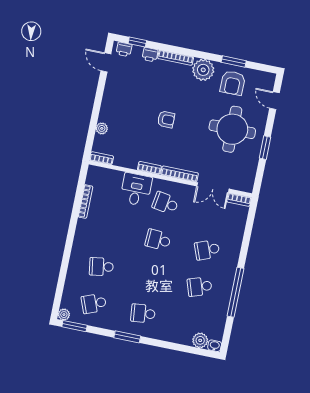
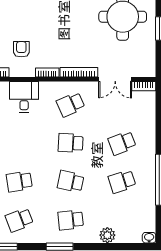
armchair: (166, 119) -> (21, 49), moved, turned -90
desk: (136, 189) -> (24, 97), moved
school desk: (165, 203) -> (71, 104), turned -33
school desk: (150, 277) -> (71, 181), added
plant: (200, 340) -> (107, 235), moved

